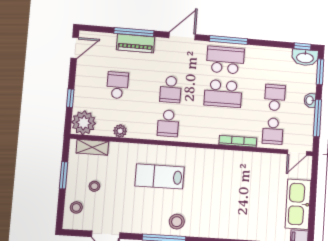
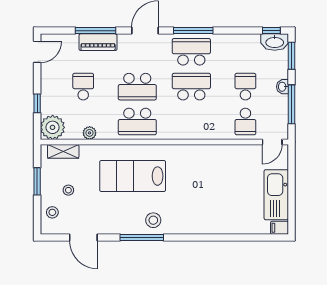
school desk: (171, 89) -> (137, 87), width x1.85
school desk: (223, 93) -> (191, 87), turned 180
school desk: (168, 123) -> (137, 122), width x1.85
bookcase: (238, 141) -> (210, 135), removed
lab bench: (159, 176) -> (133, 176), width x1.36, depth x1.39

